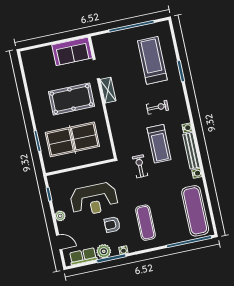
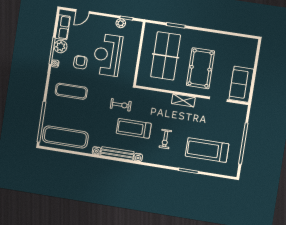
treadmill: (152, 60) -> (207, 150), turned 180
shelving: (108, 90) -> (183, 100), moved
plant: (60, 216) -> (121, 23), moved

